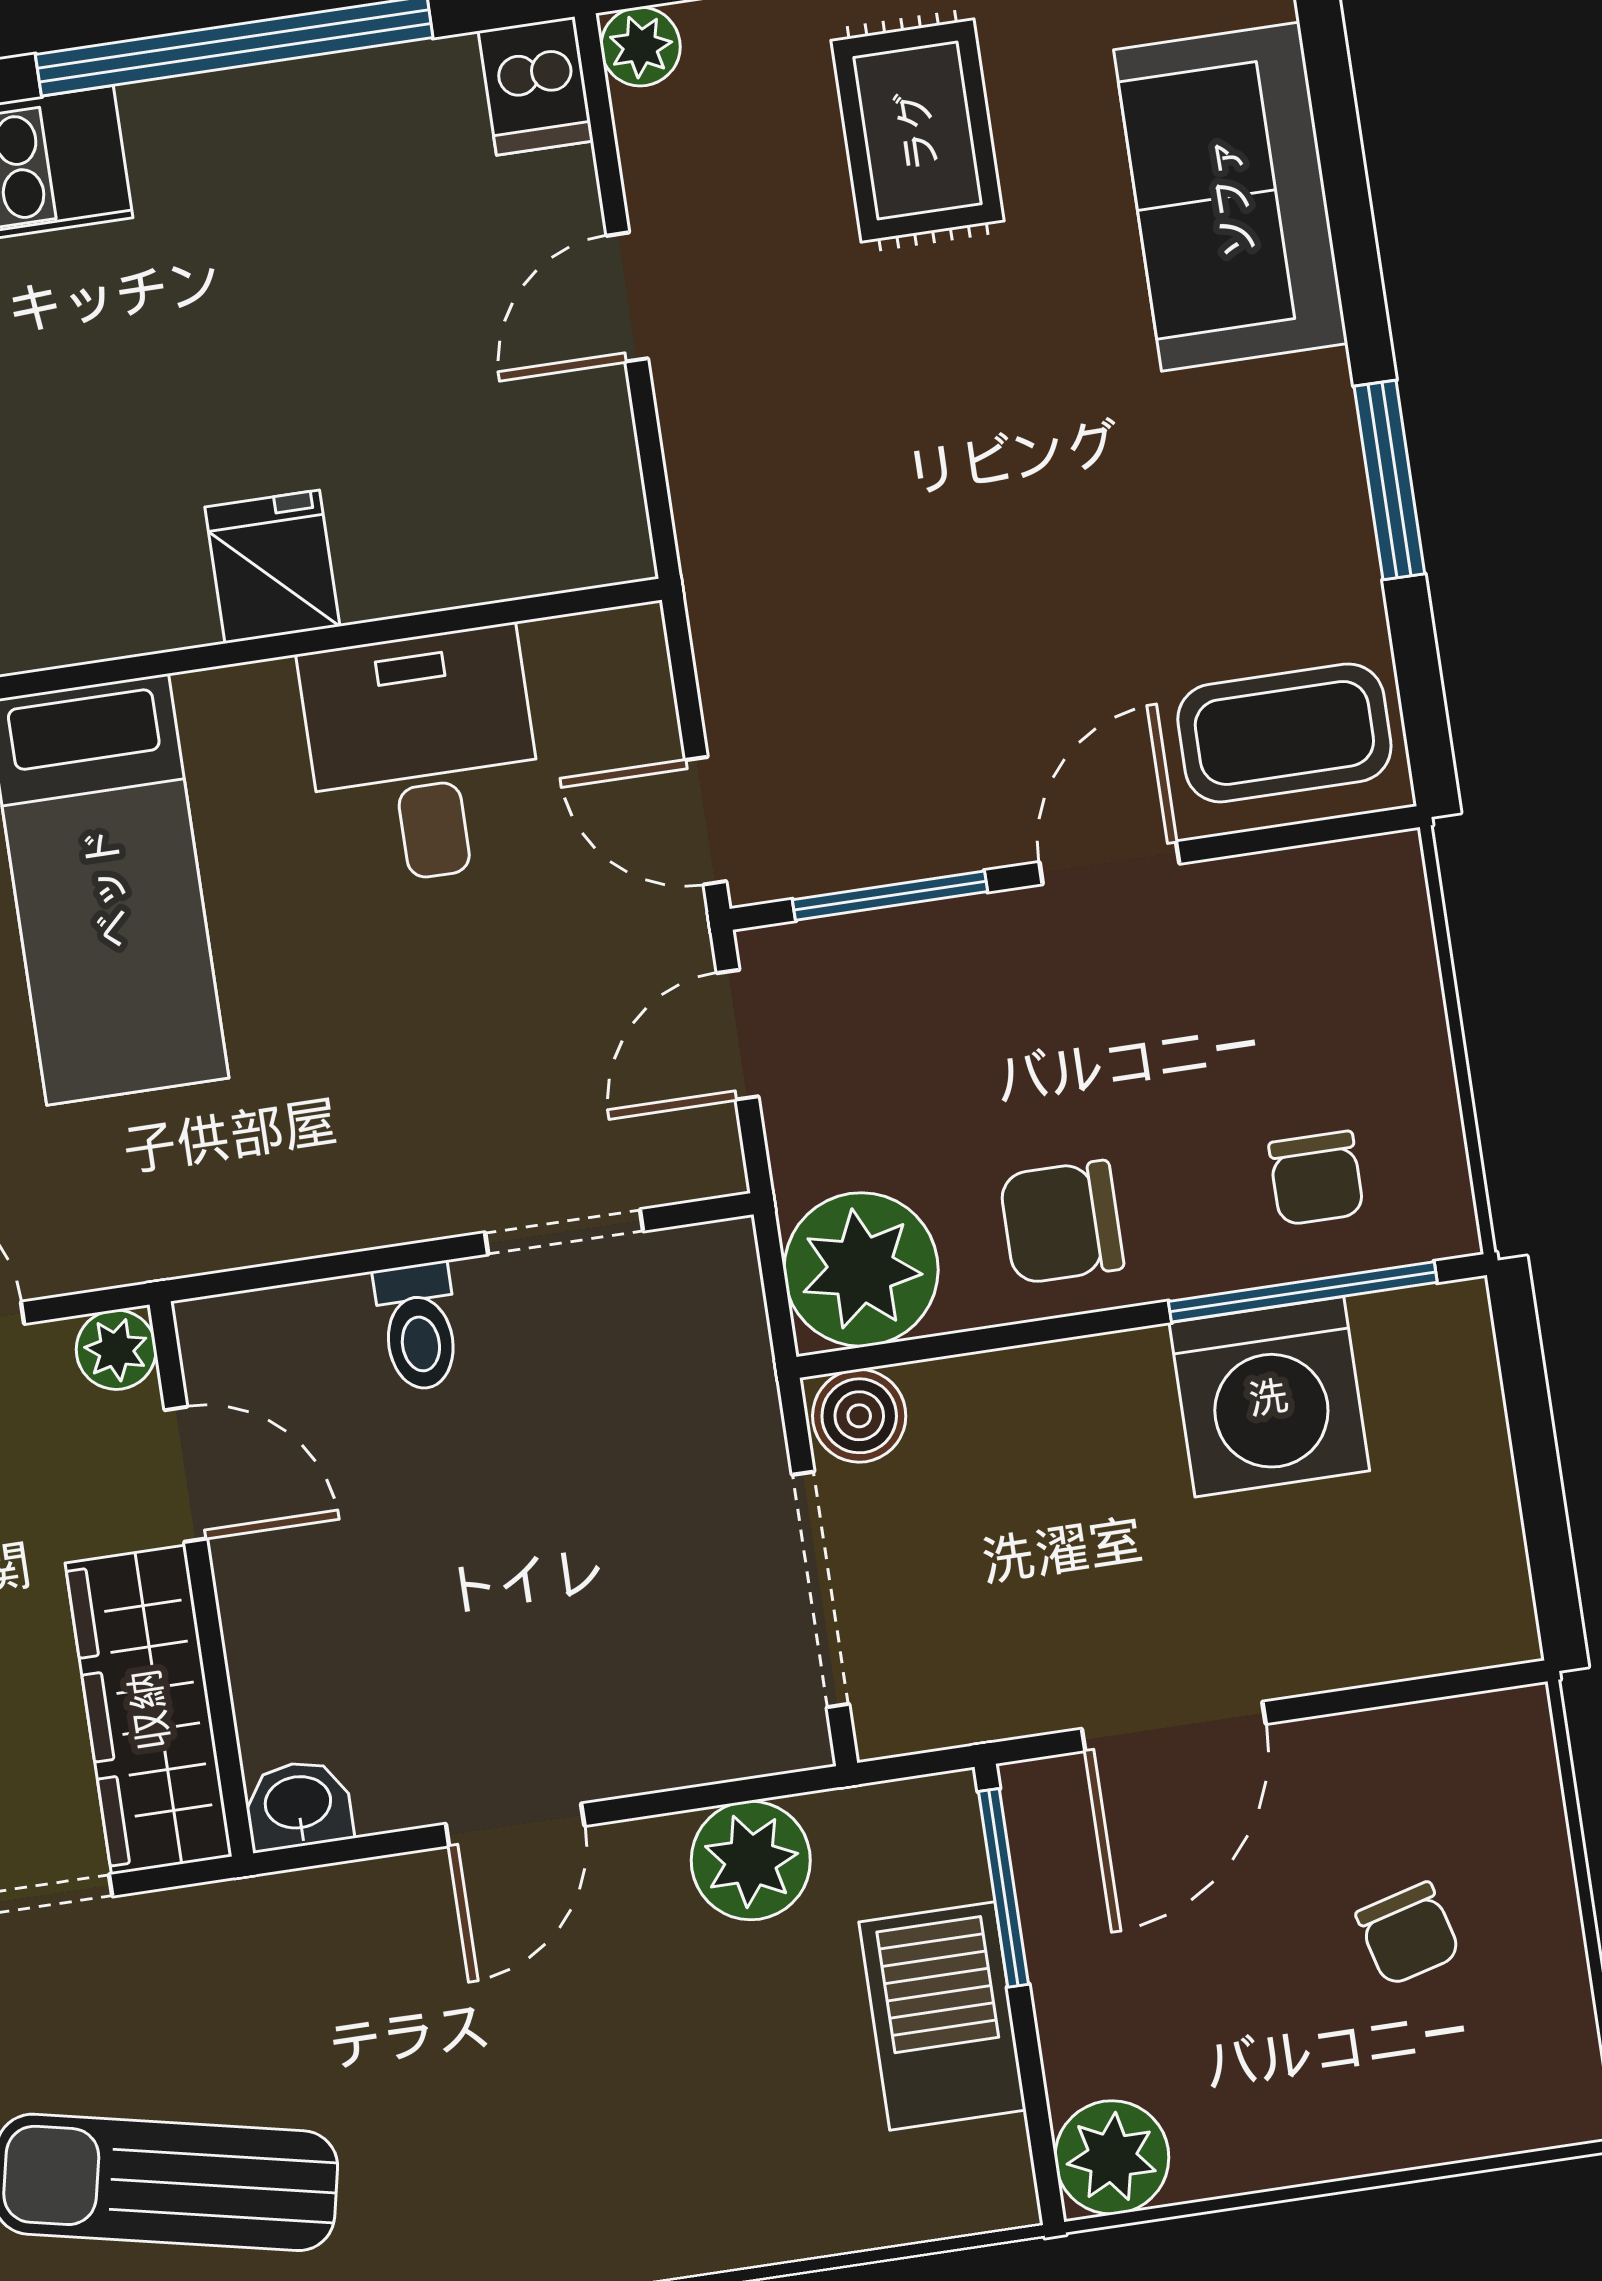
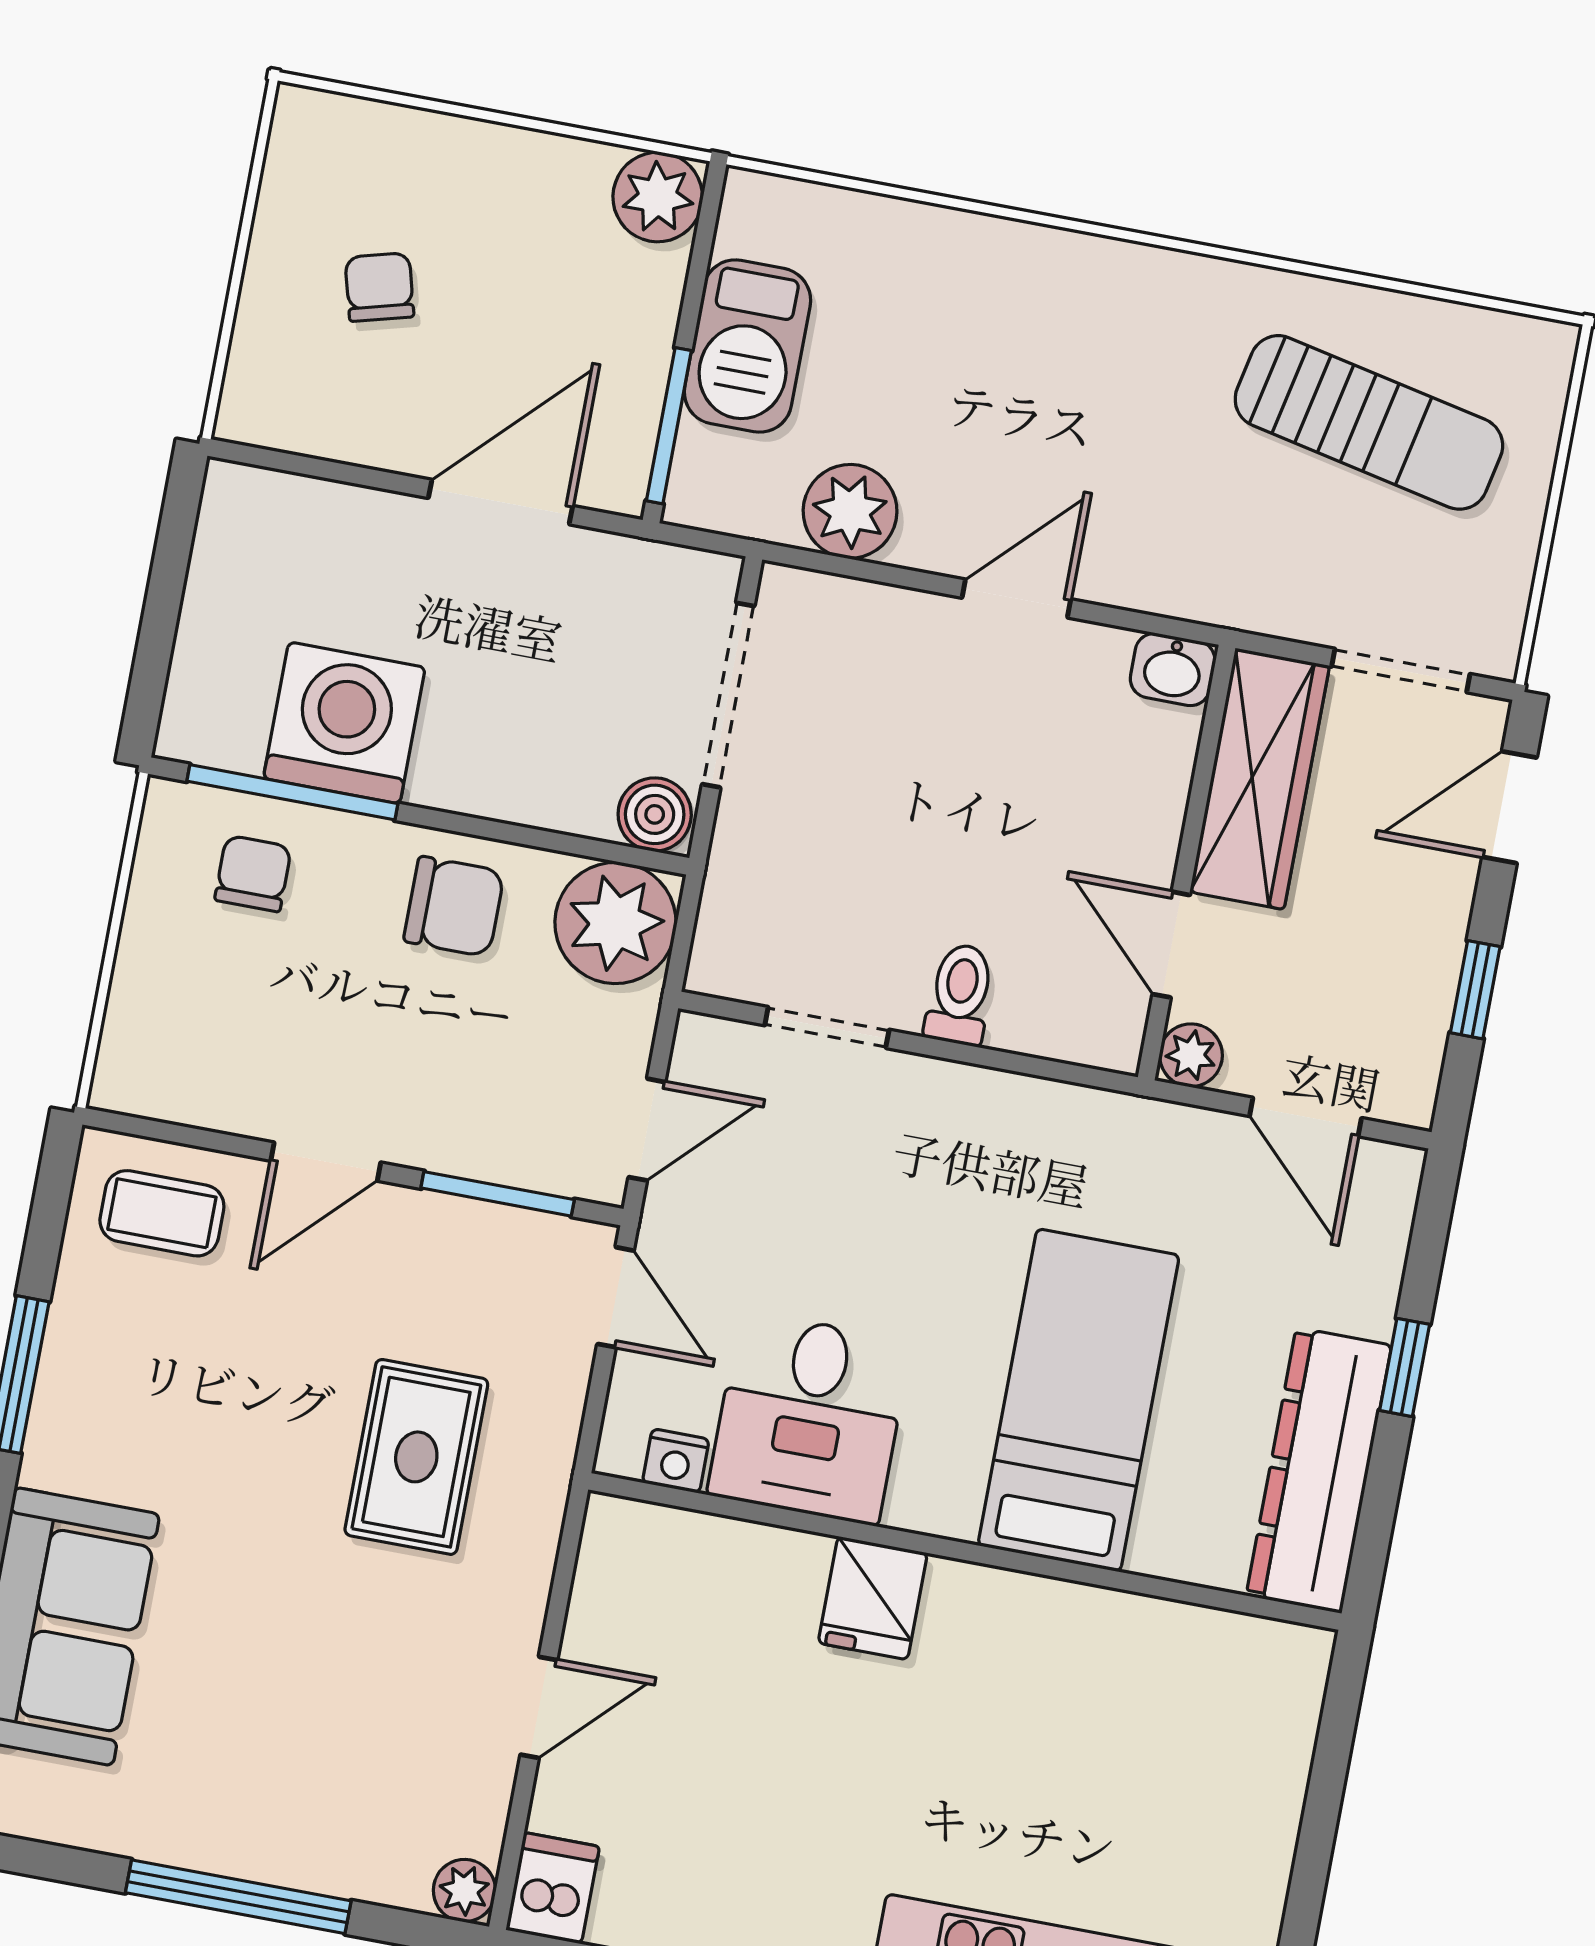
rug: (917, 131) -> (416, 1457), moved
nightstand: (566, 649) -> (676, 1461), added
coffee table: (1284, 733) -> (162, 1213), width x0.73, depth x0.77

